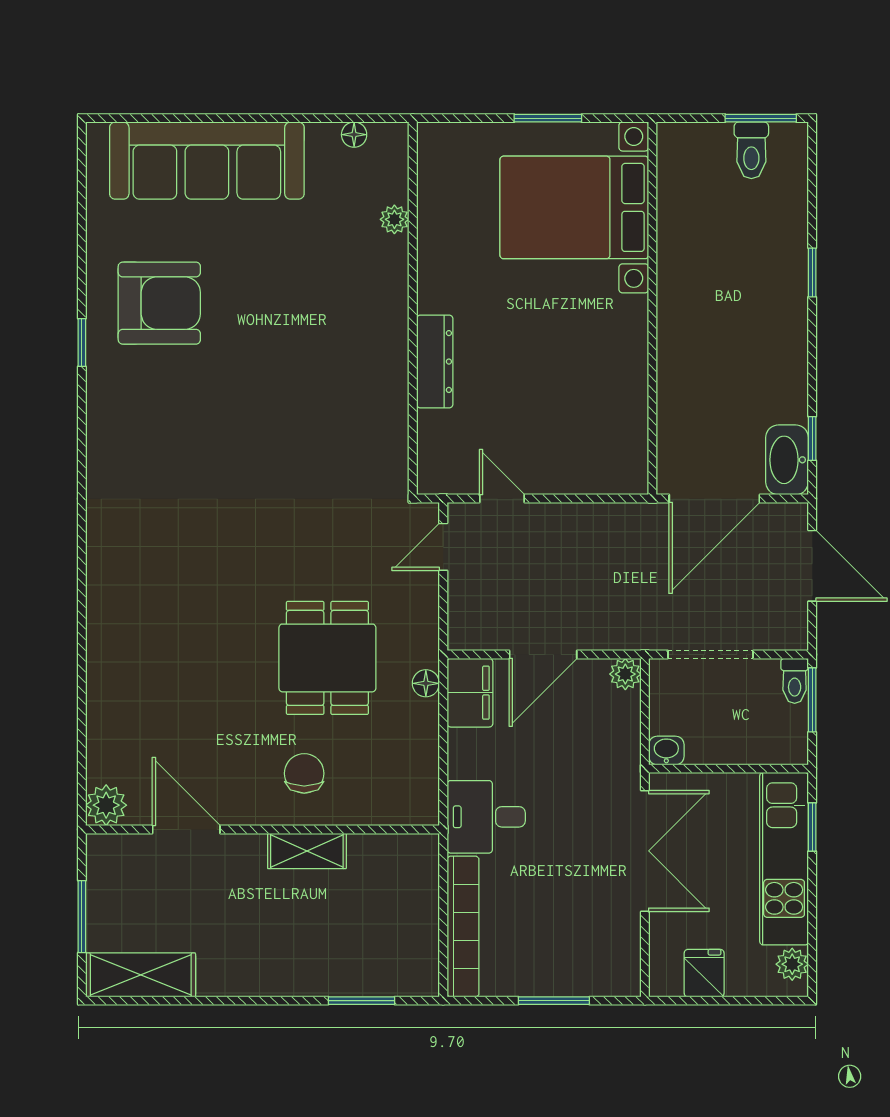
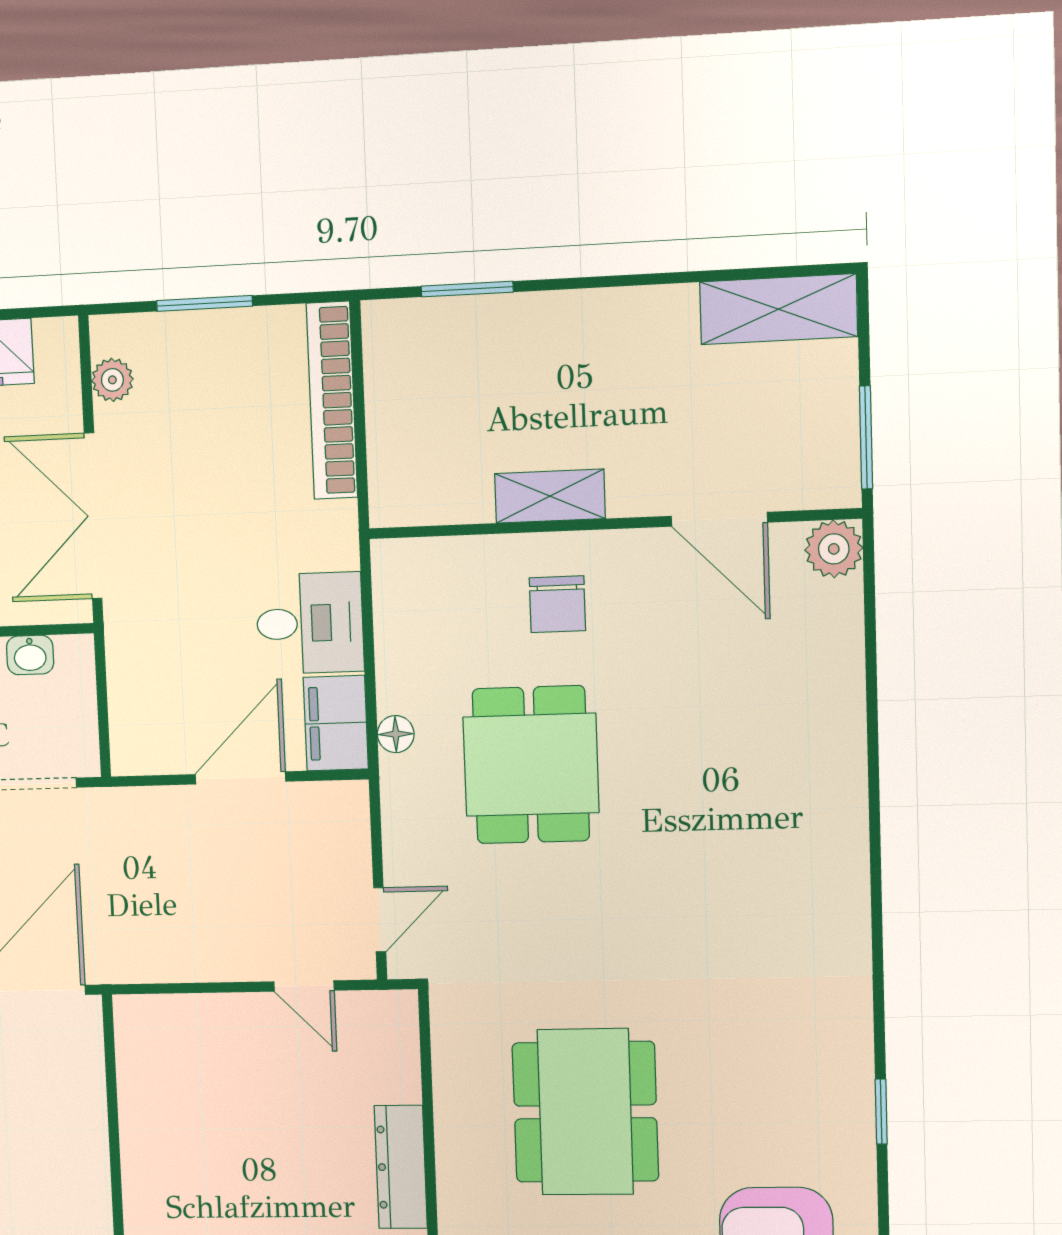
window: (82, 342) -> (881, 1112), moved
dining table: (296, 402) -> (585, 1112), added
plant: (625, 674) -> (112, 380), moved
washbasin: (666, 750) -> (30, 655), moved
desk: (486, 817) -> (310, 623), moved
window: (82, 917) -> (866, 437), moved

